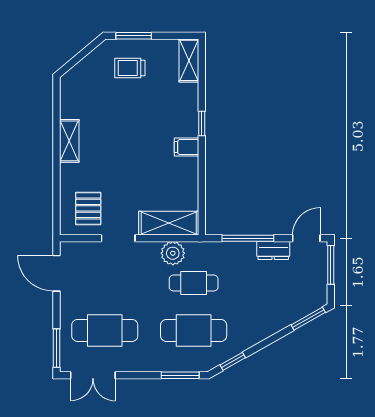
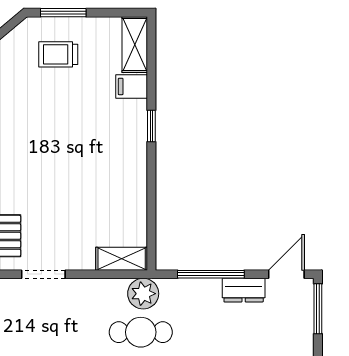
filing cabinet: (187, 147) -> (132, 86), moved
shelving: (169, 223) -> (122, 259), width x0.67, depth x0.75
plant: (173, 253) -> (143, 294), moved

